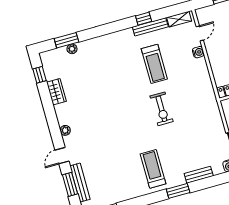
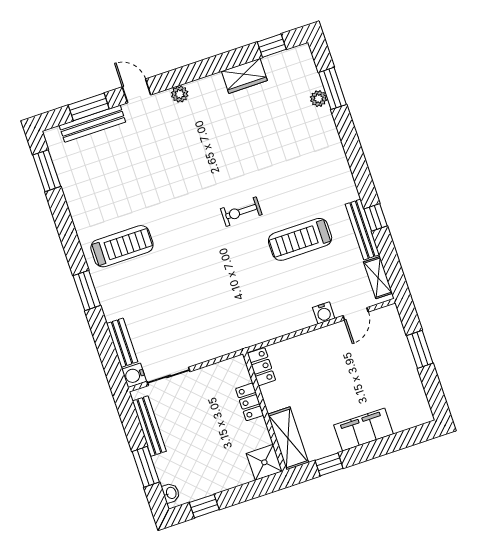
door: (200, 33) -> (356, 314), hinge flipped
exercise bike: (161, 109) -> (241, 212), moved, width x0.73, depth x0.72
bench: (199, 175) -> (122, 343), moved

